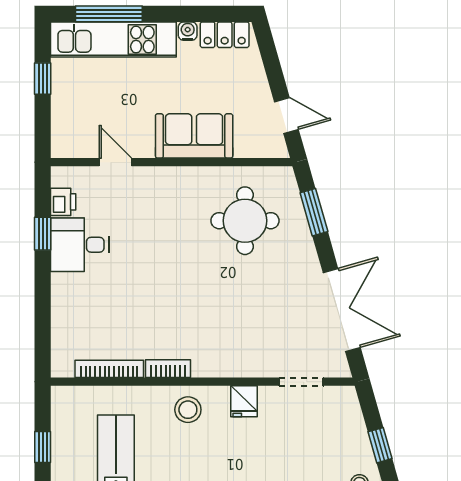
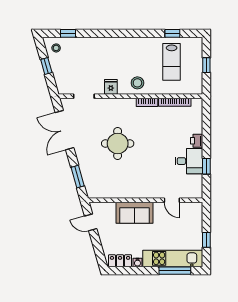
printer: (63, 202) -> (197, 141), moved
round table: (245, 221) -> (118, 143), moved

